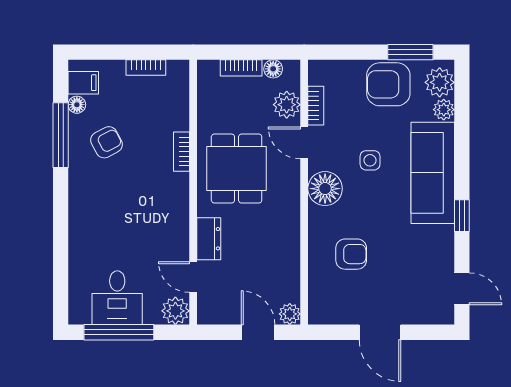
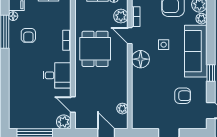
armchair: (107, 142) -> (28, 35), turned 118
dresser: (209, 239) -> (81, 85), removed
armchair: (351, 254) -> (183, 96), moved
desk: (117, 298) -> (57, 75), moved, turned -90
plant: (290, 314) -> (122, 109), moved

